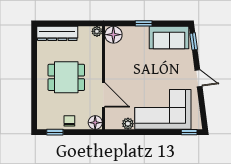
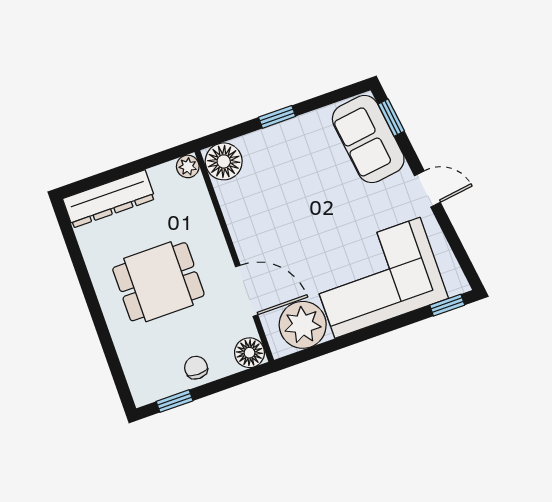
sofa: (169, 37) -> (368, 139), moved, turned 82
plant: (128, 124) -> (303, 325), width x1.88, depth x1.88

